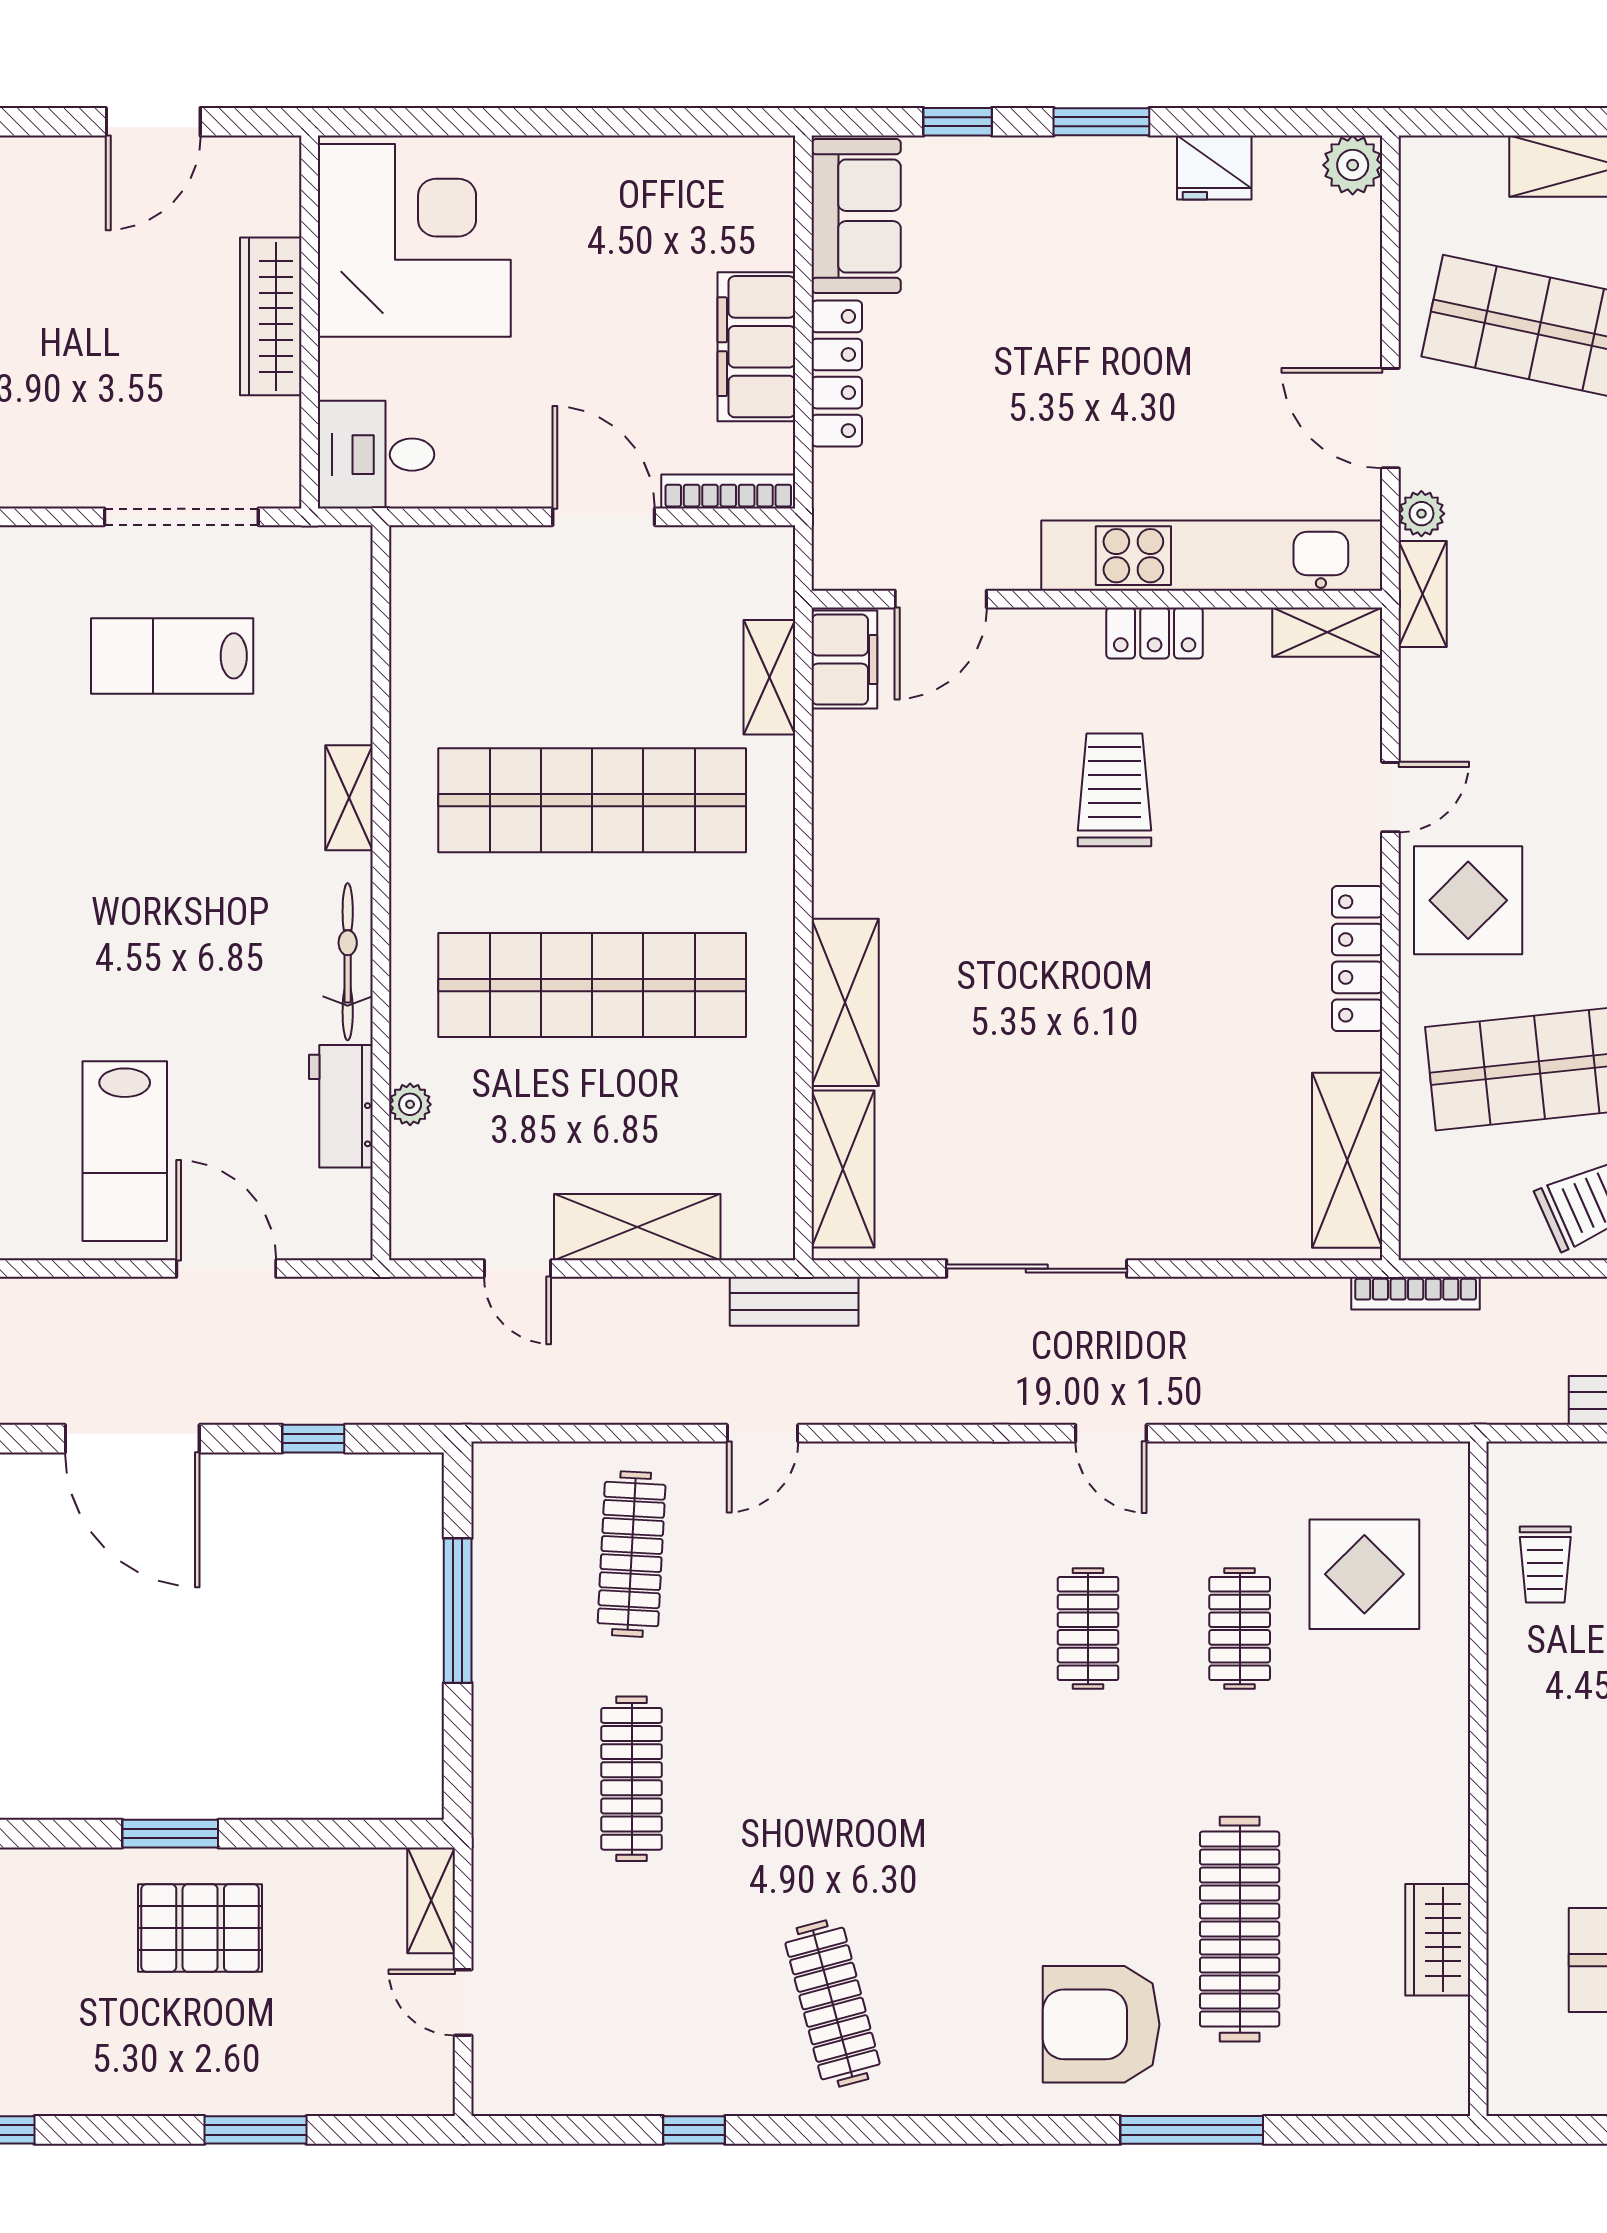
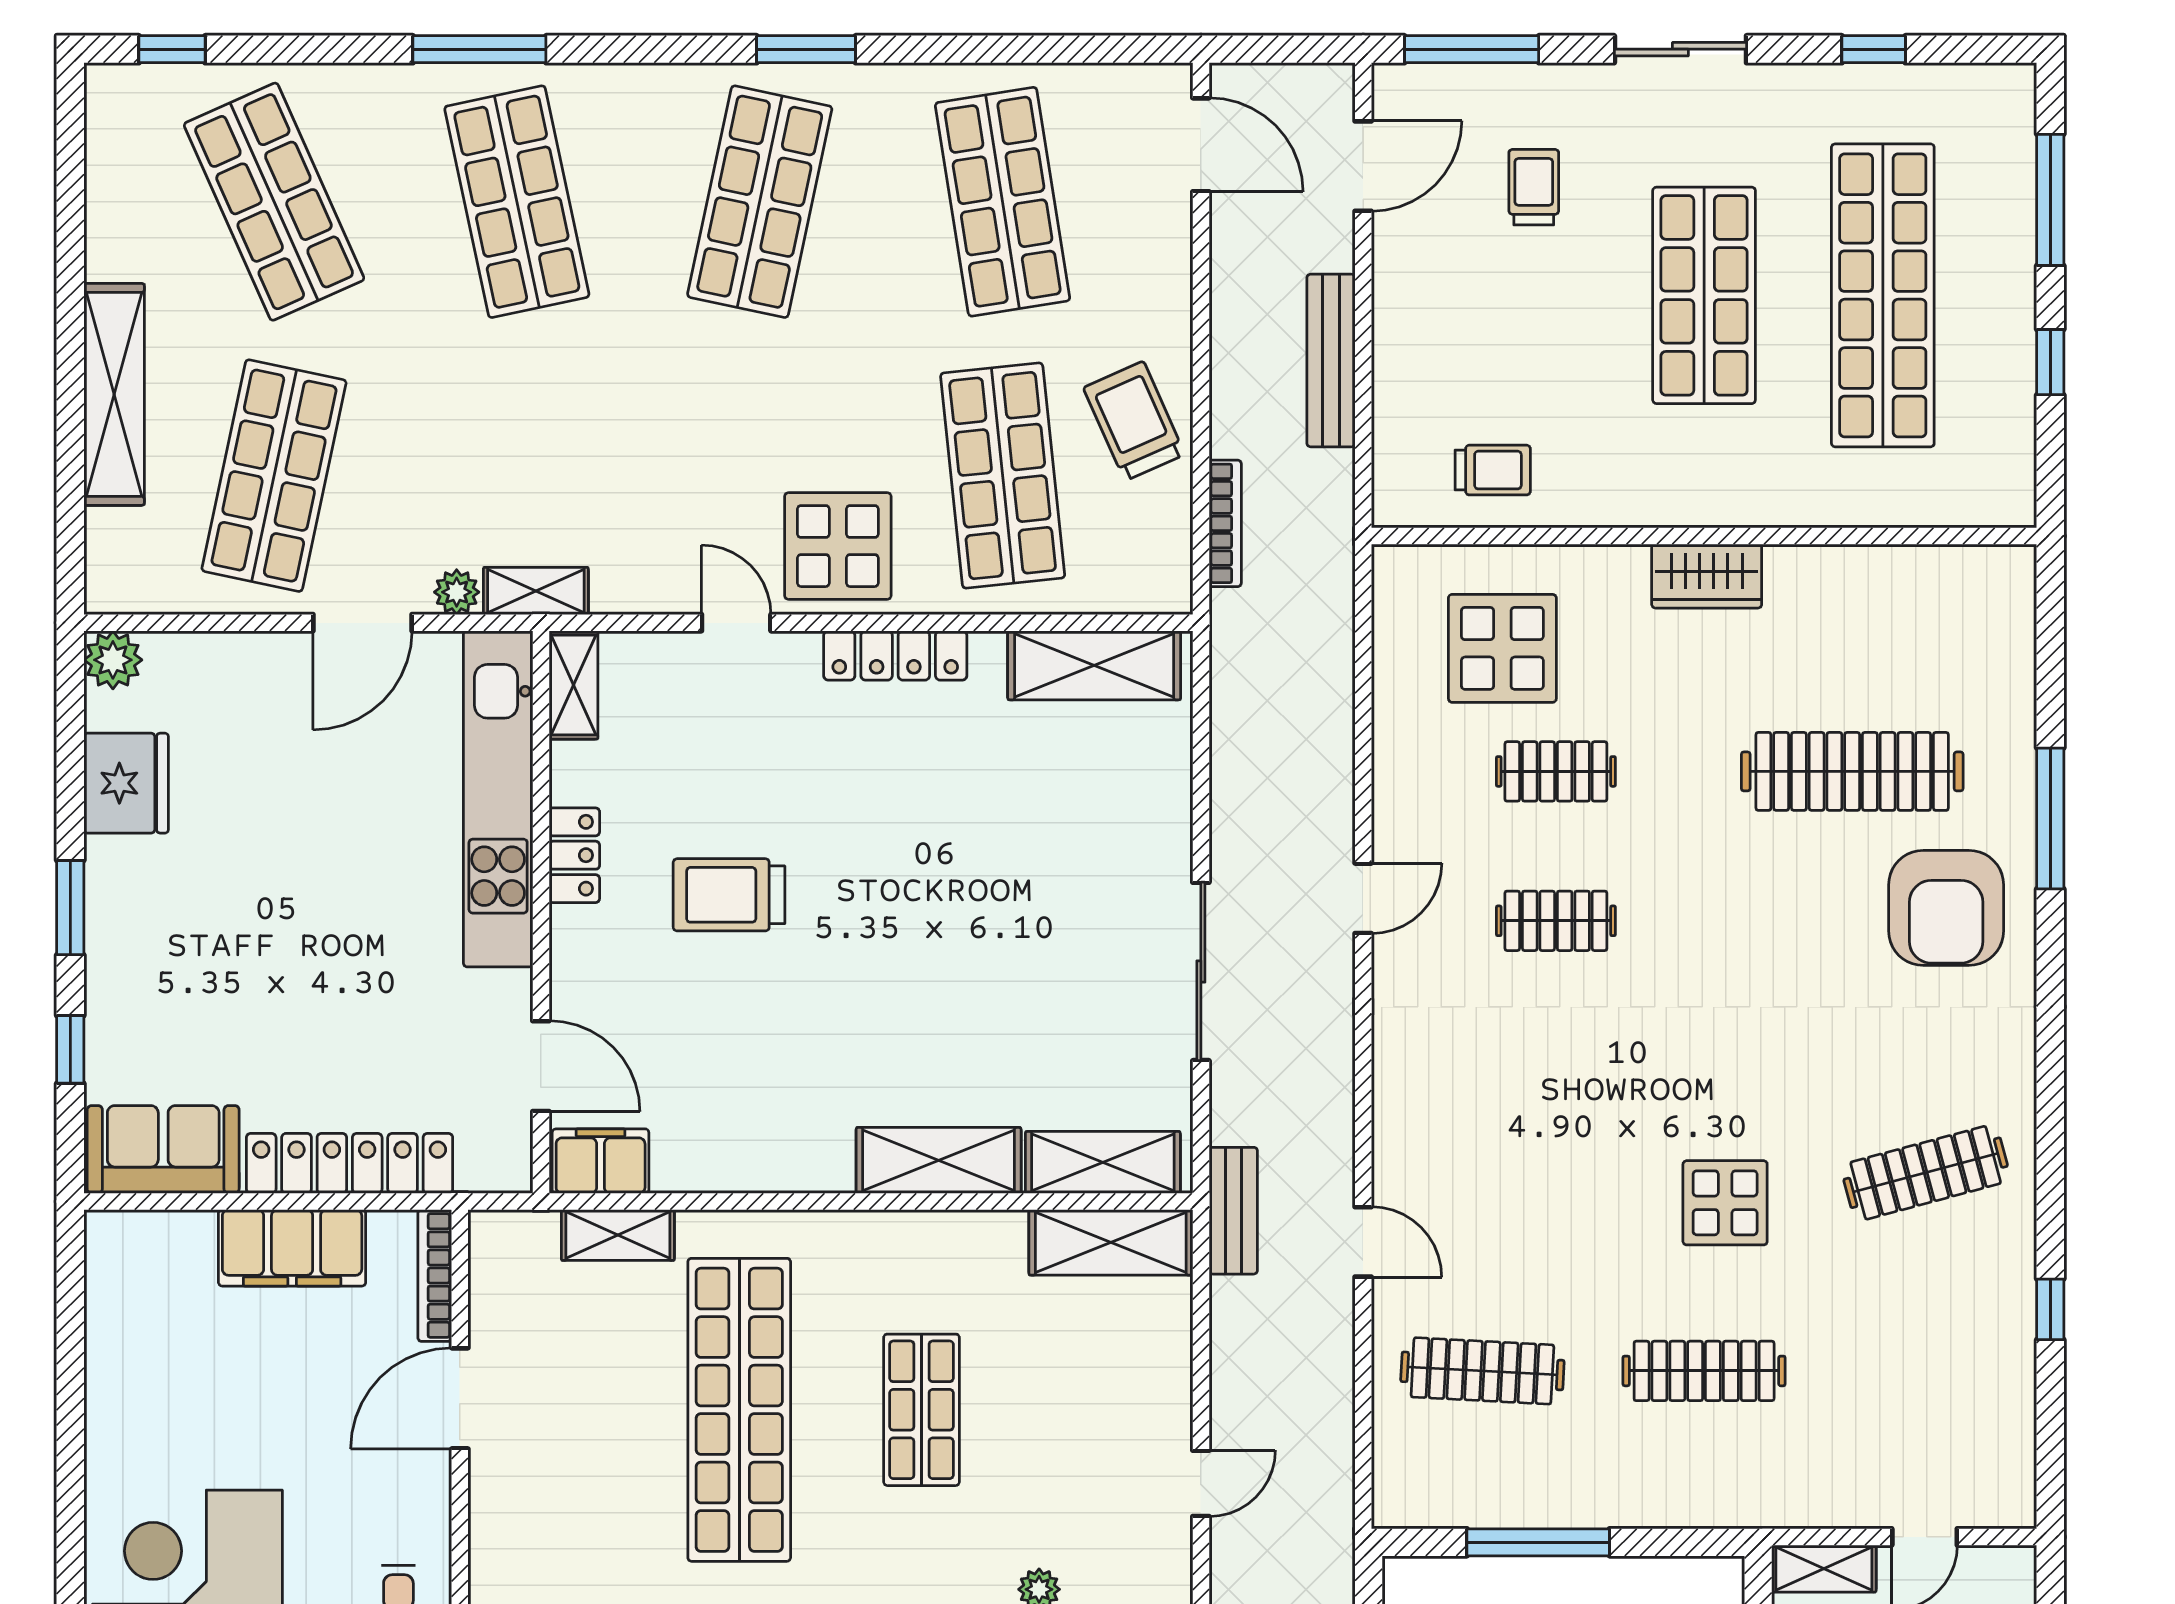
fridge: (1214, 168) -> (126, 783), width x1.36, depth x1.34
locker: (837, 374) -> (350, 1163), width x1.41, depth x1.21
shop shelf: (592, 985) -> (921, 1410), width x0.50, depth x0.74
shelving: (637, 1227) -> (1111, 1242), moved, turned 90
bookcase: (1416, 1293) -> (1225, 523), moved
display table: (802, 1800) -> (1725, 1203), added
wardrobe: (1438, 1940) -> (1707, 576), moved

